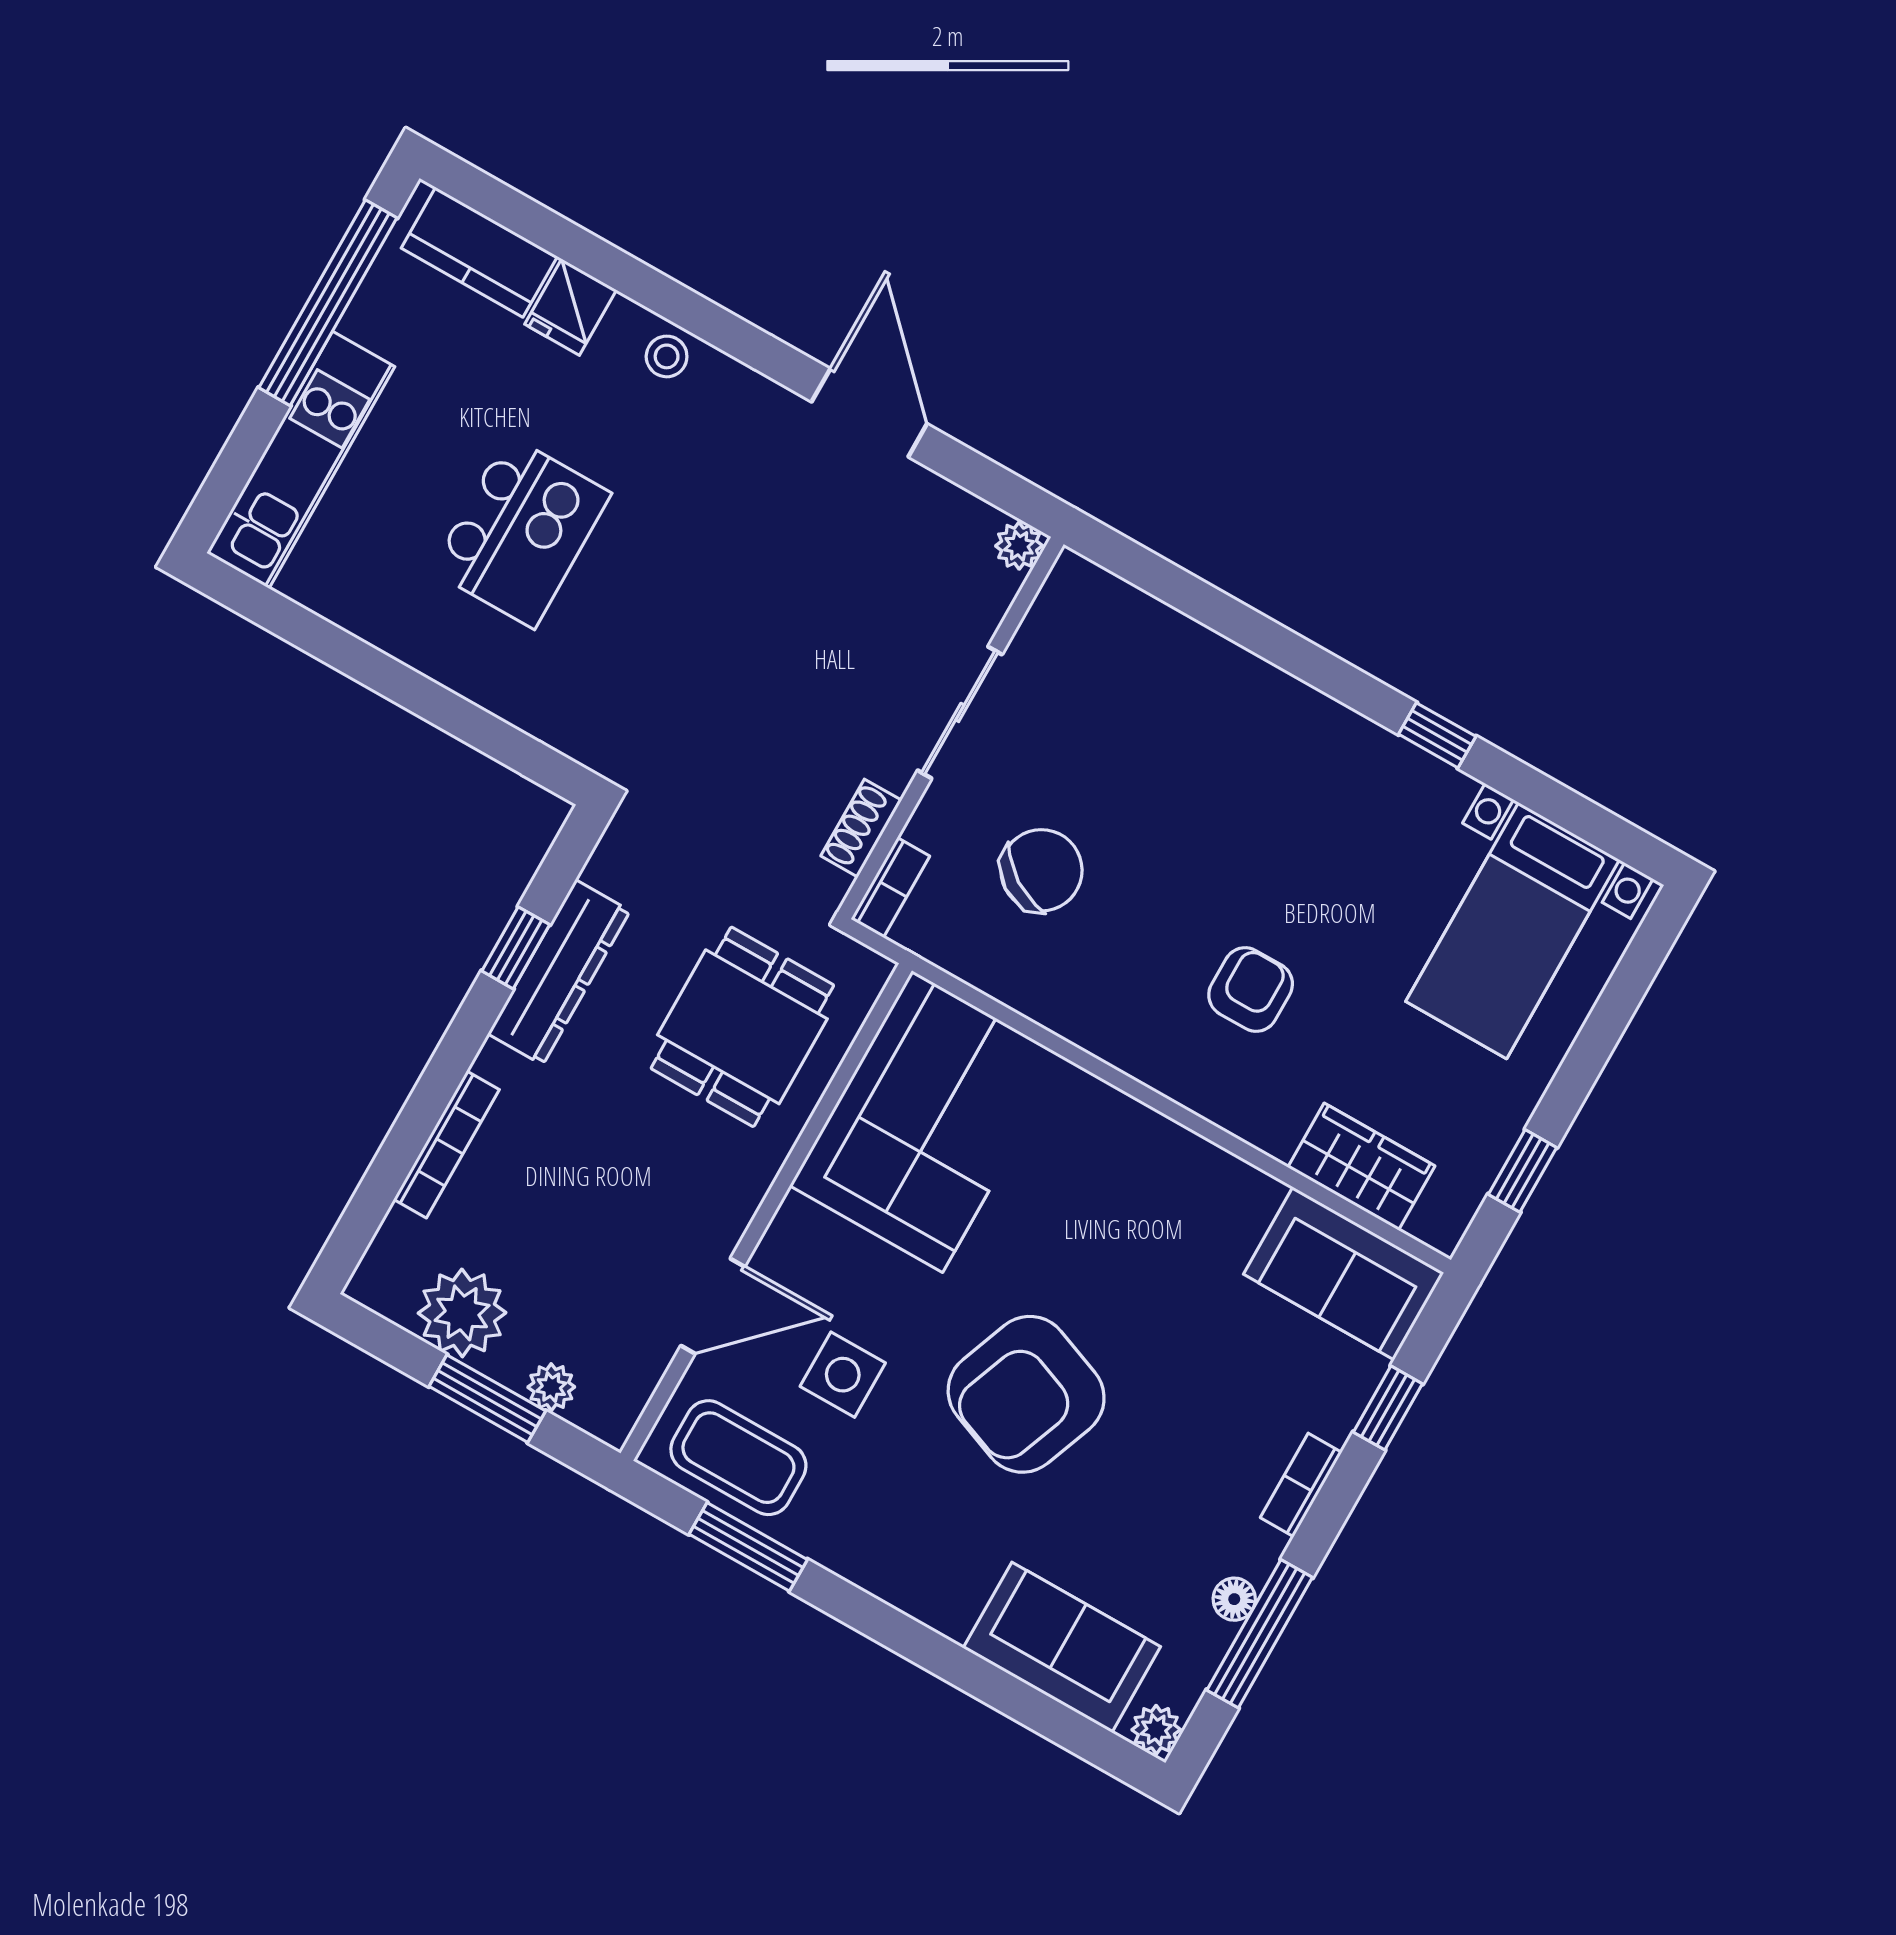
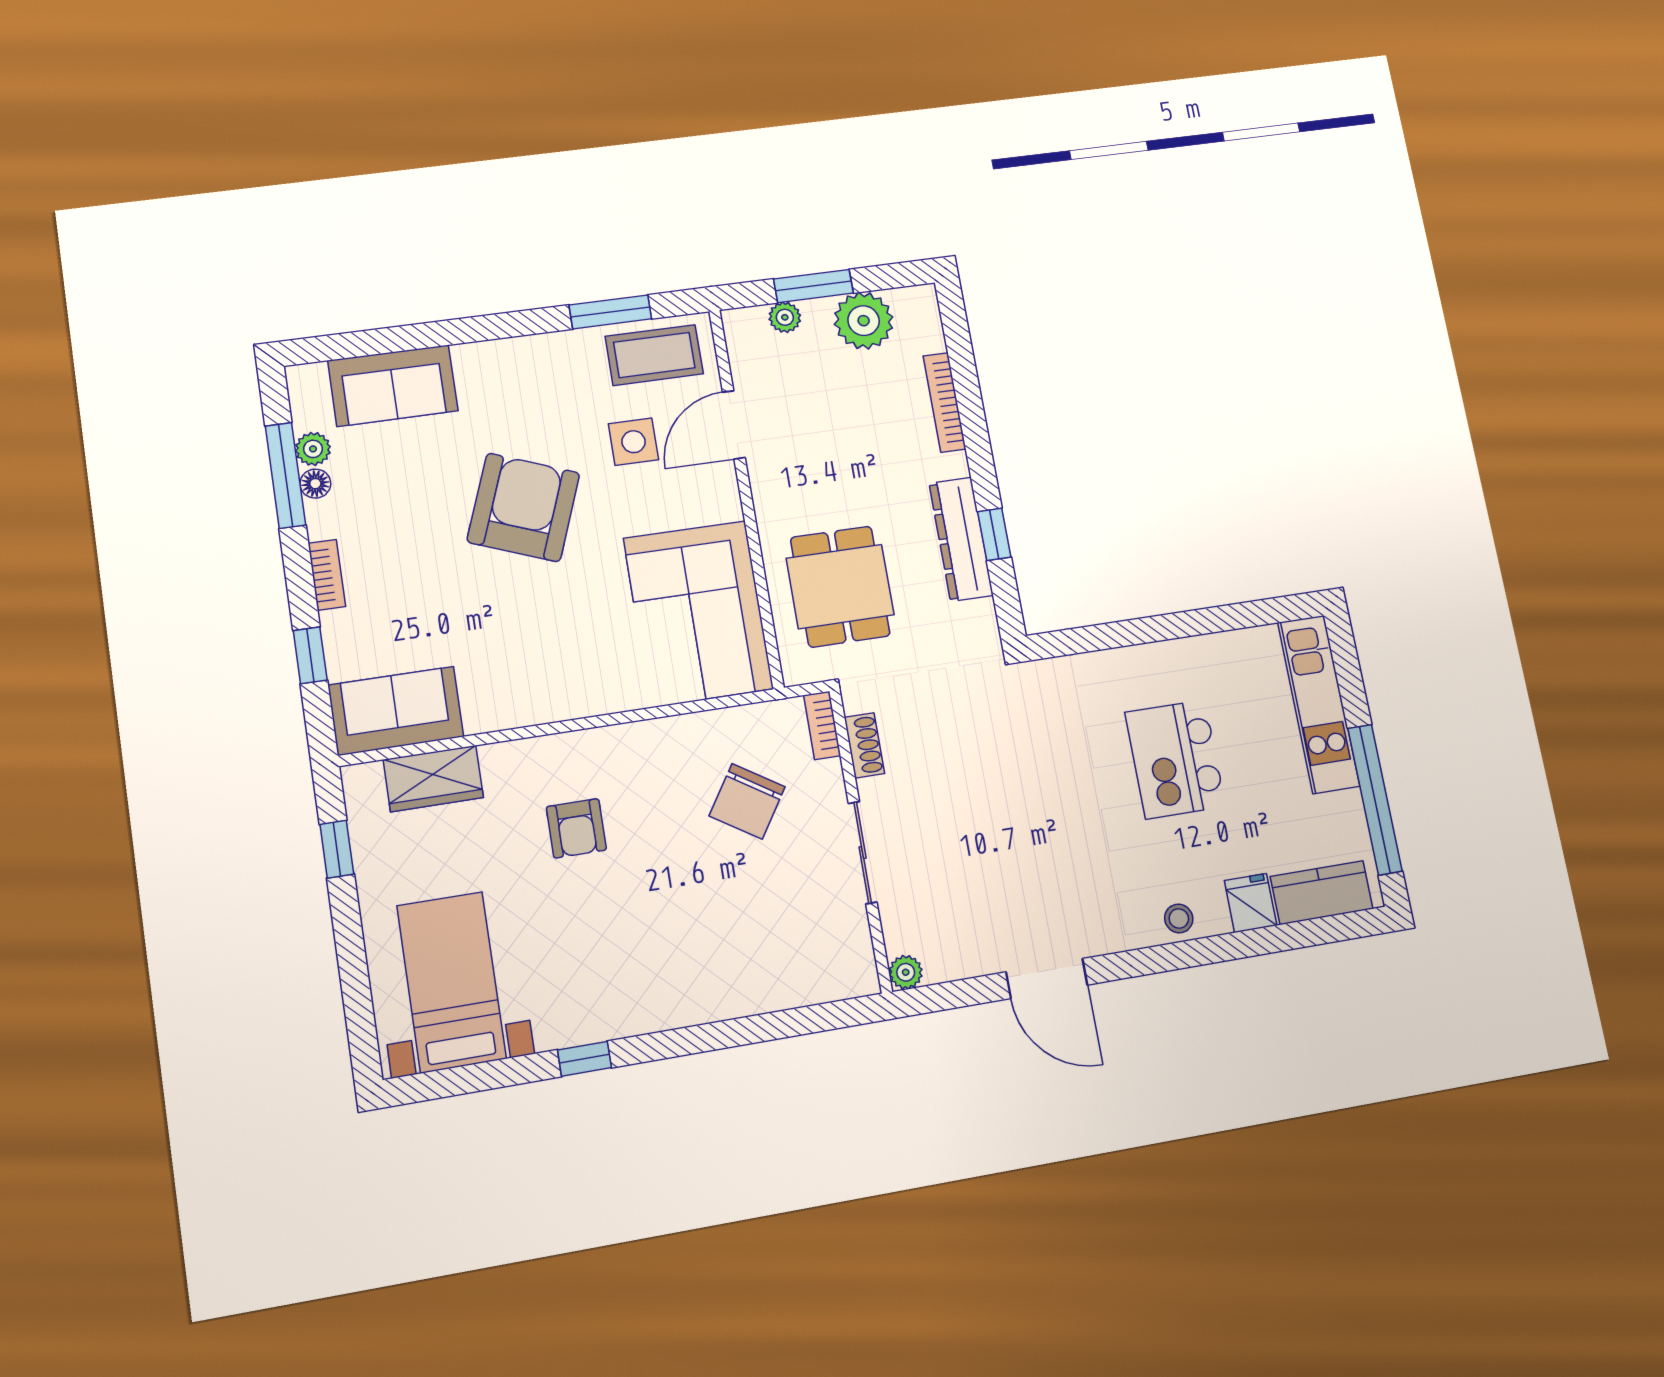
plant: (1156, 1730) -> (313, 449), moved

